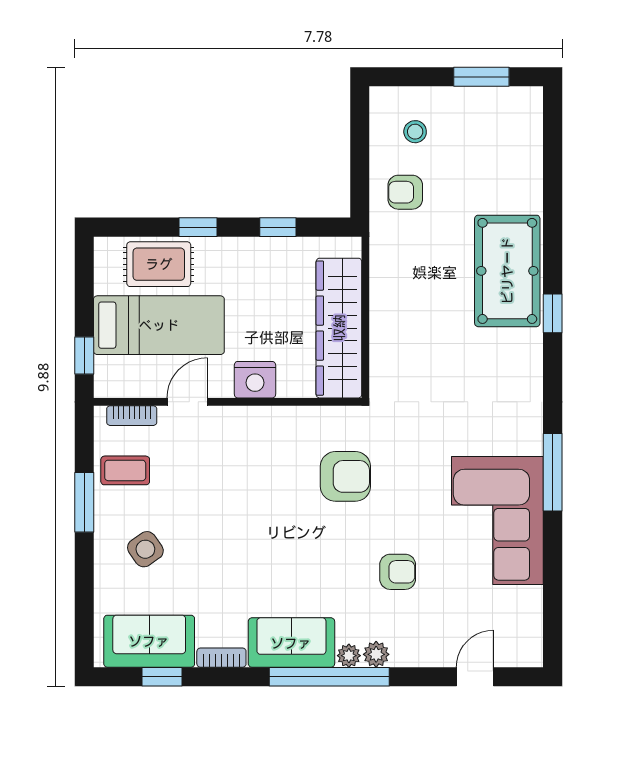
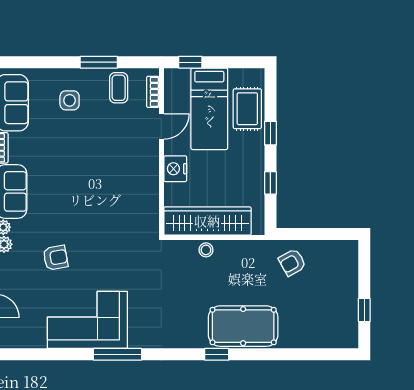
window: (481, 77) -> (364, 310), width x0.67
stool: (415, 132) -> (206, 250), moved
armchair: (405, 192) -> (292, 262), turned -119
door: (187, 402) -> (161, 126), hinge flipped
armchair: (345, 476) -> (115, 225), removed
side table: (145, 549) -> (70, 100), turned 35
armchair: (398, 572) -> (55, 258), turned -100

